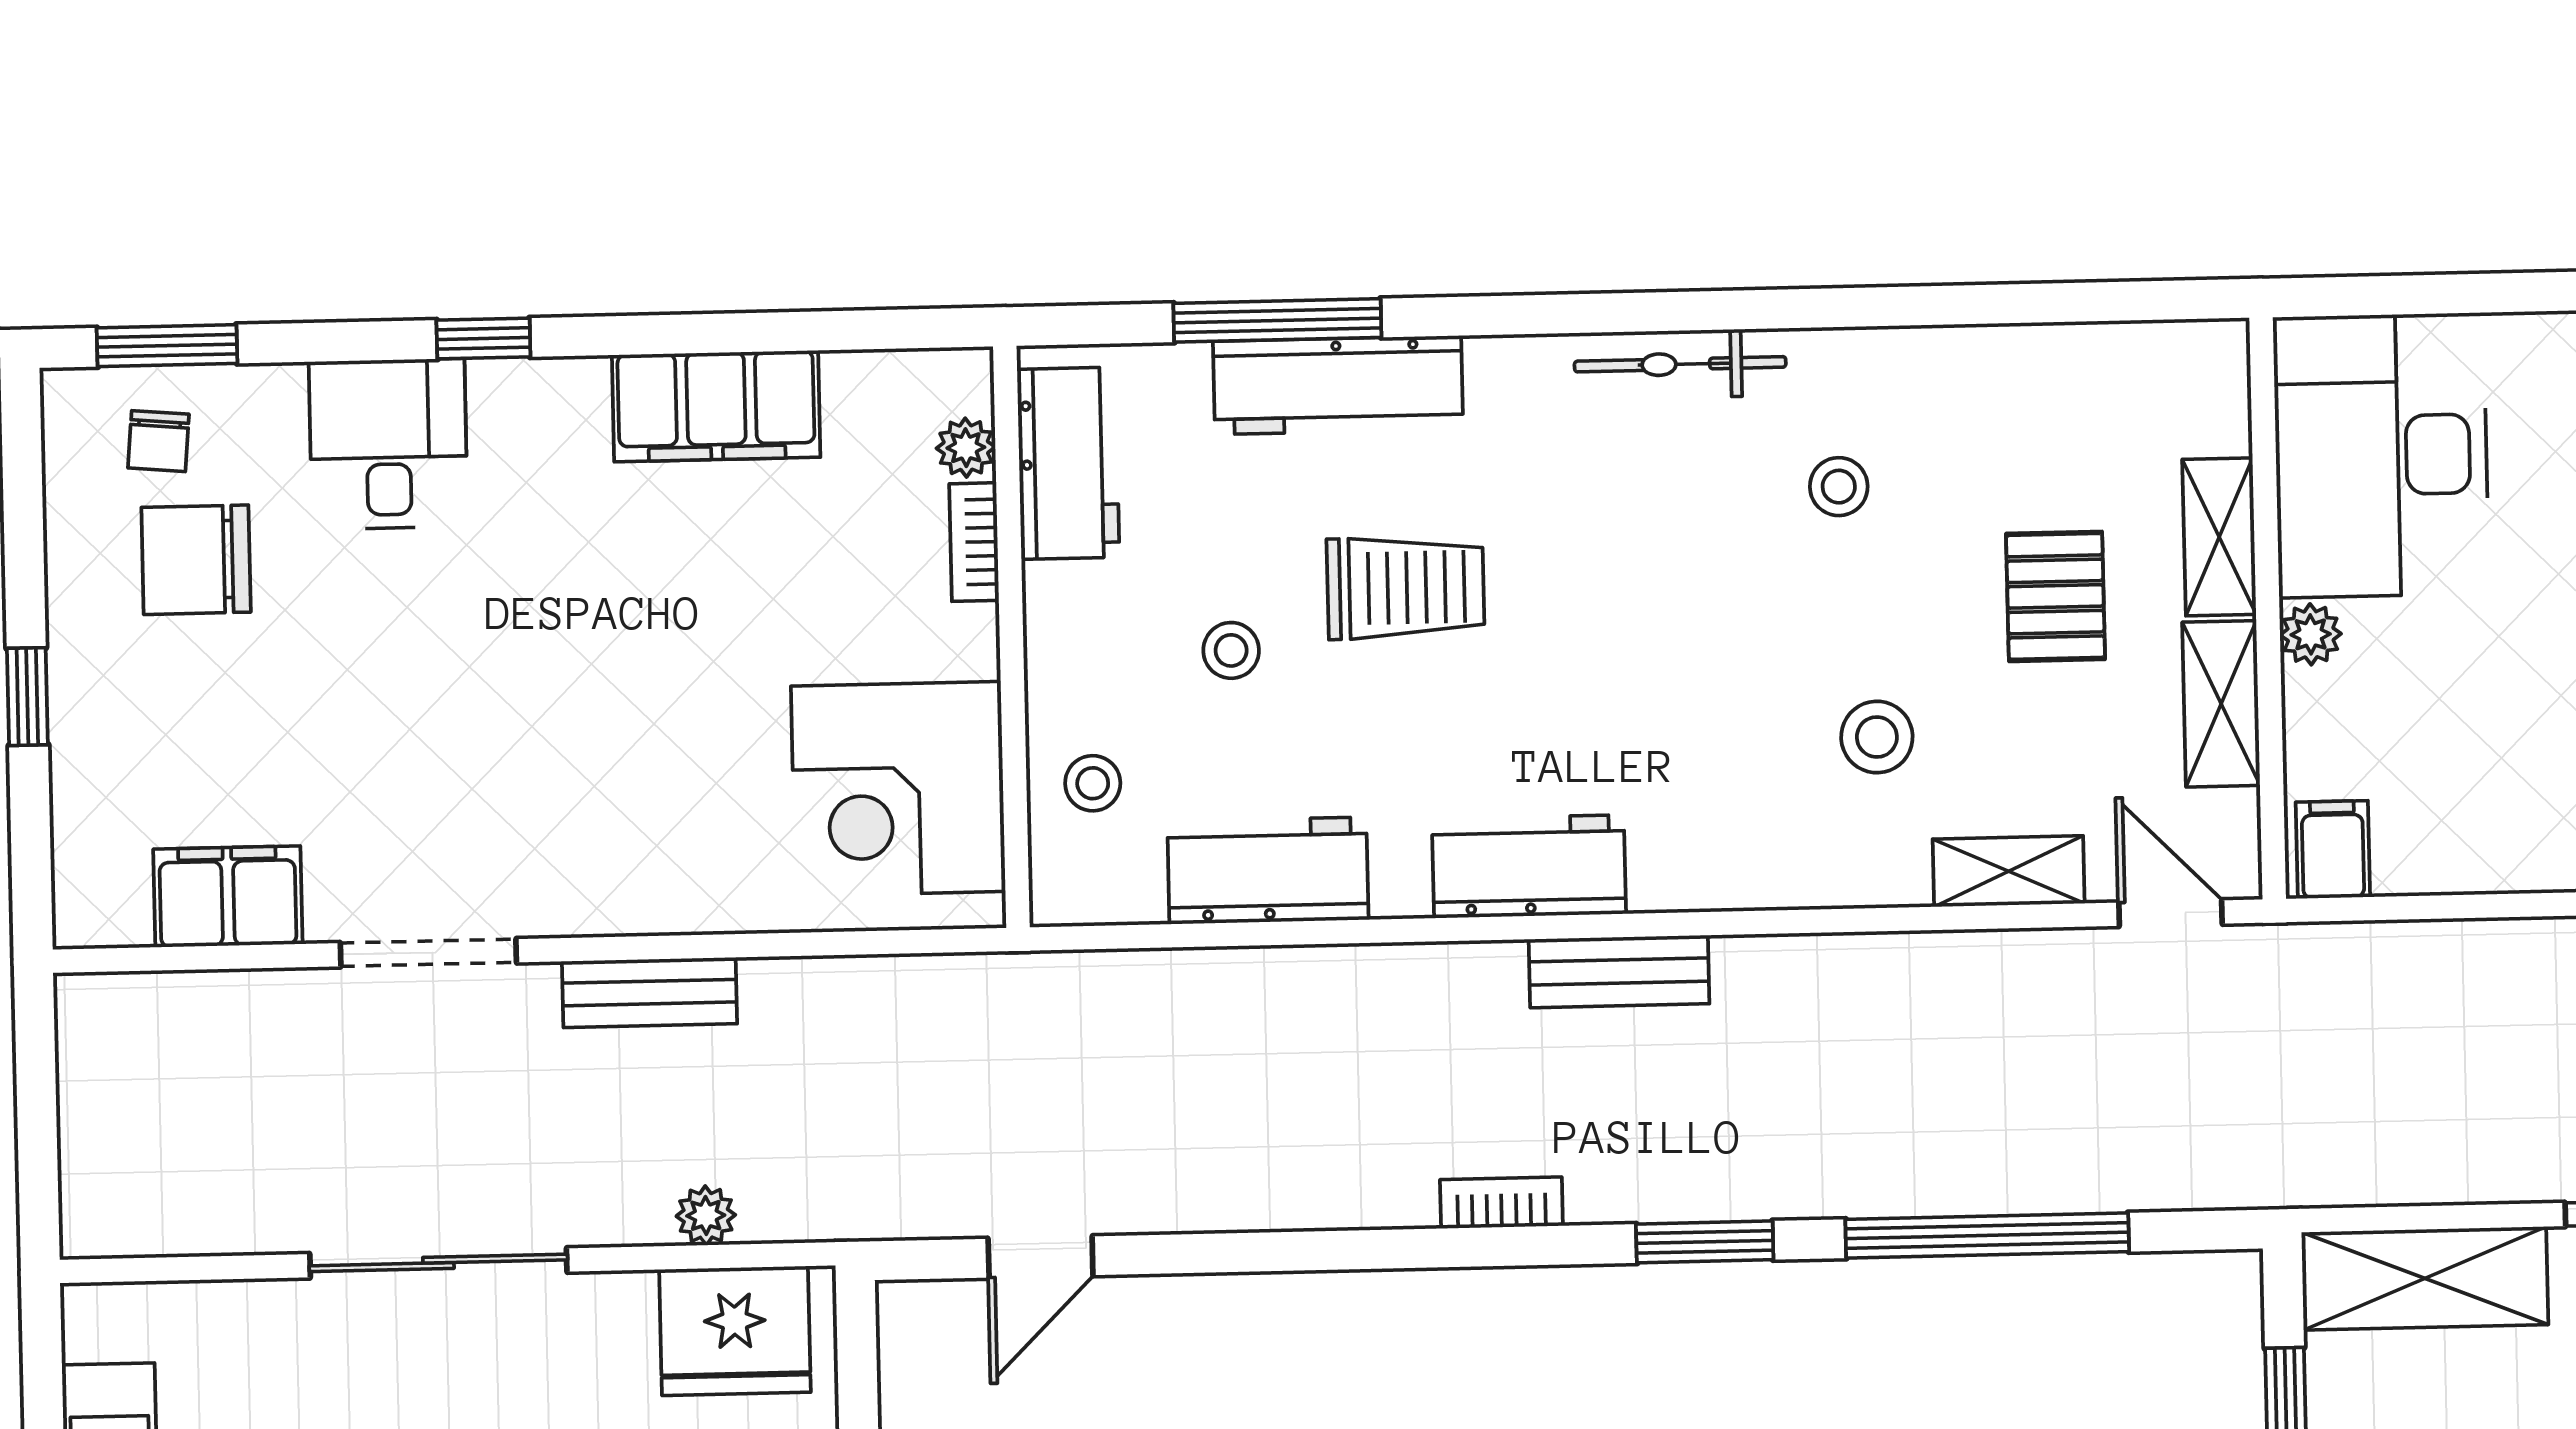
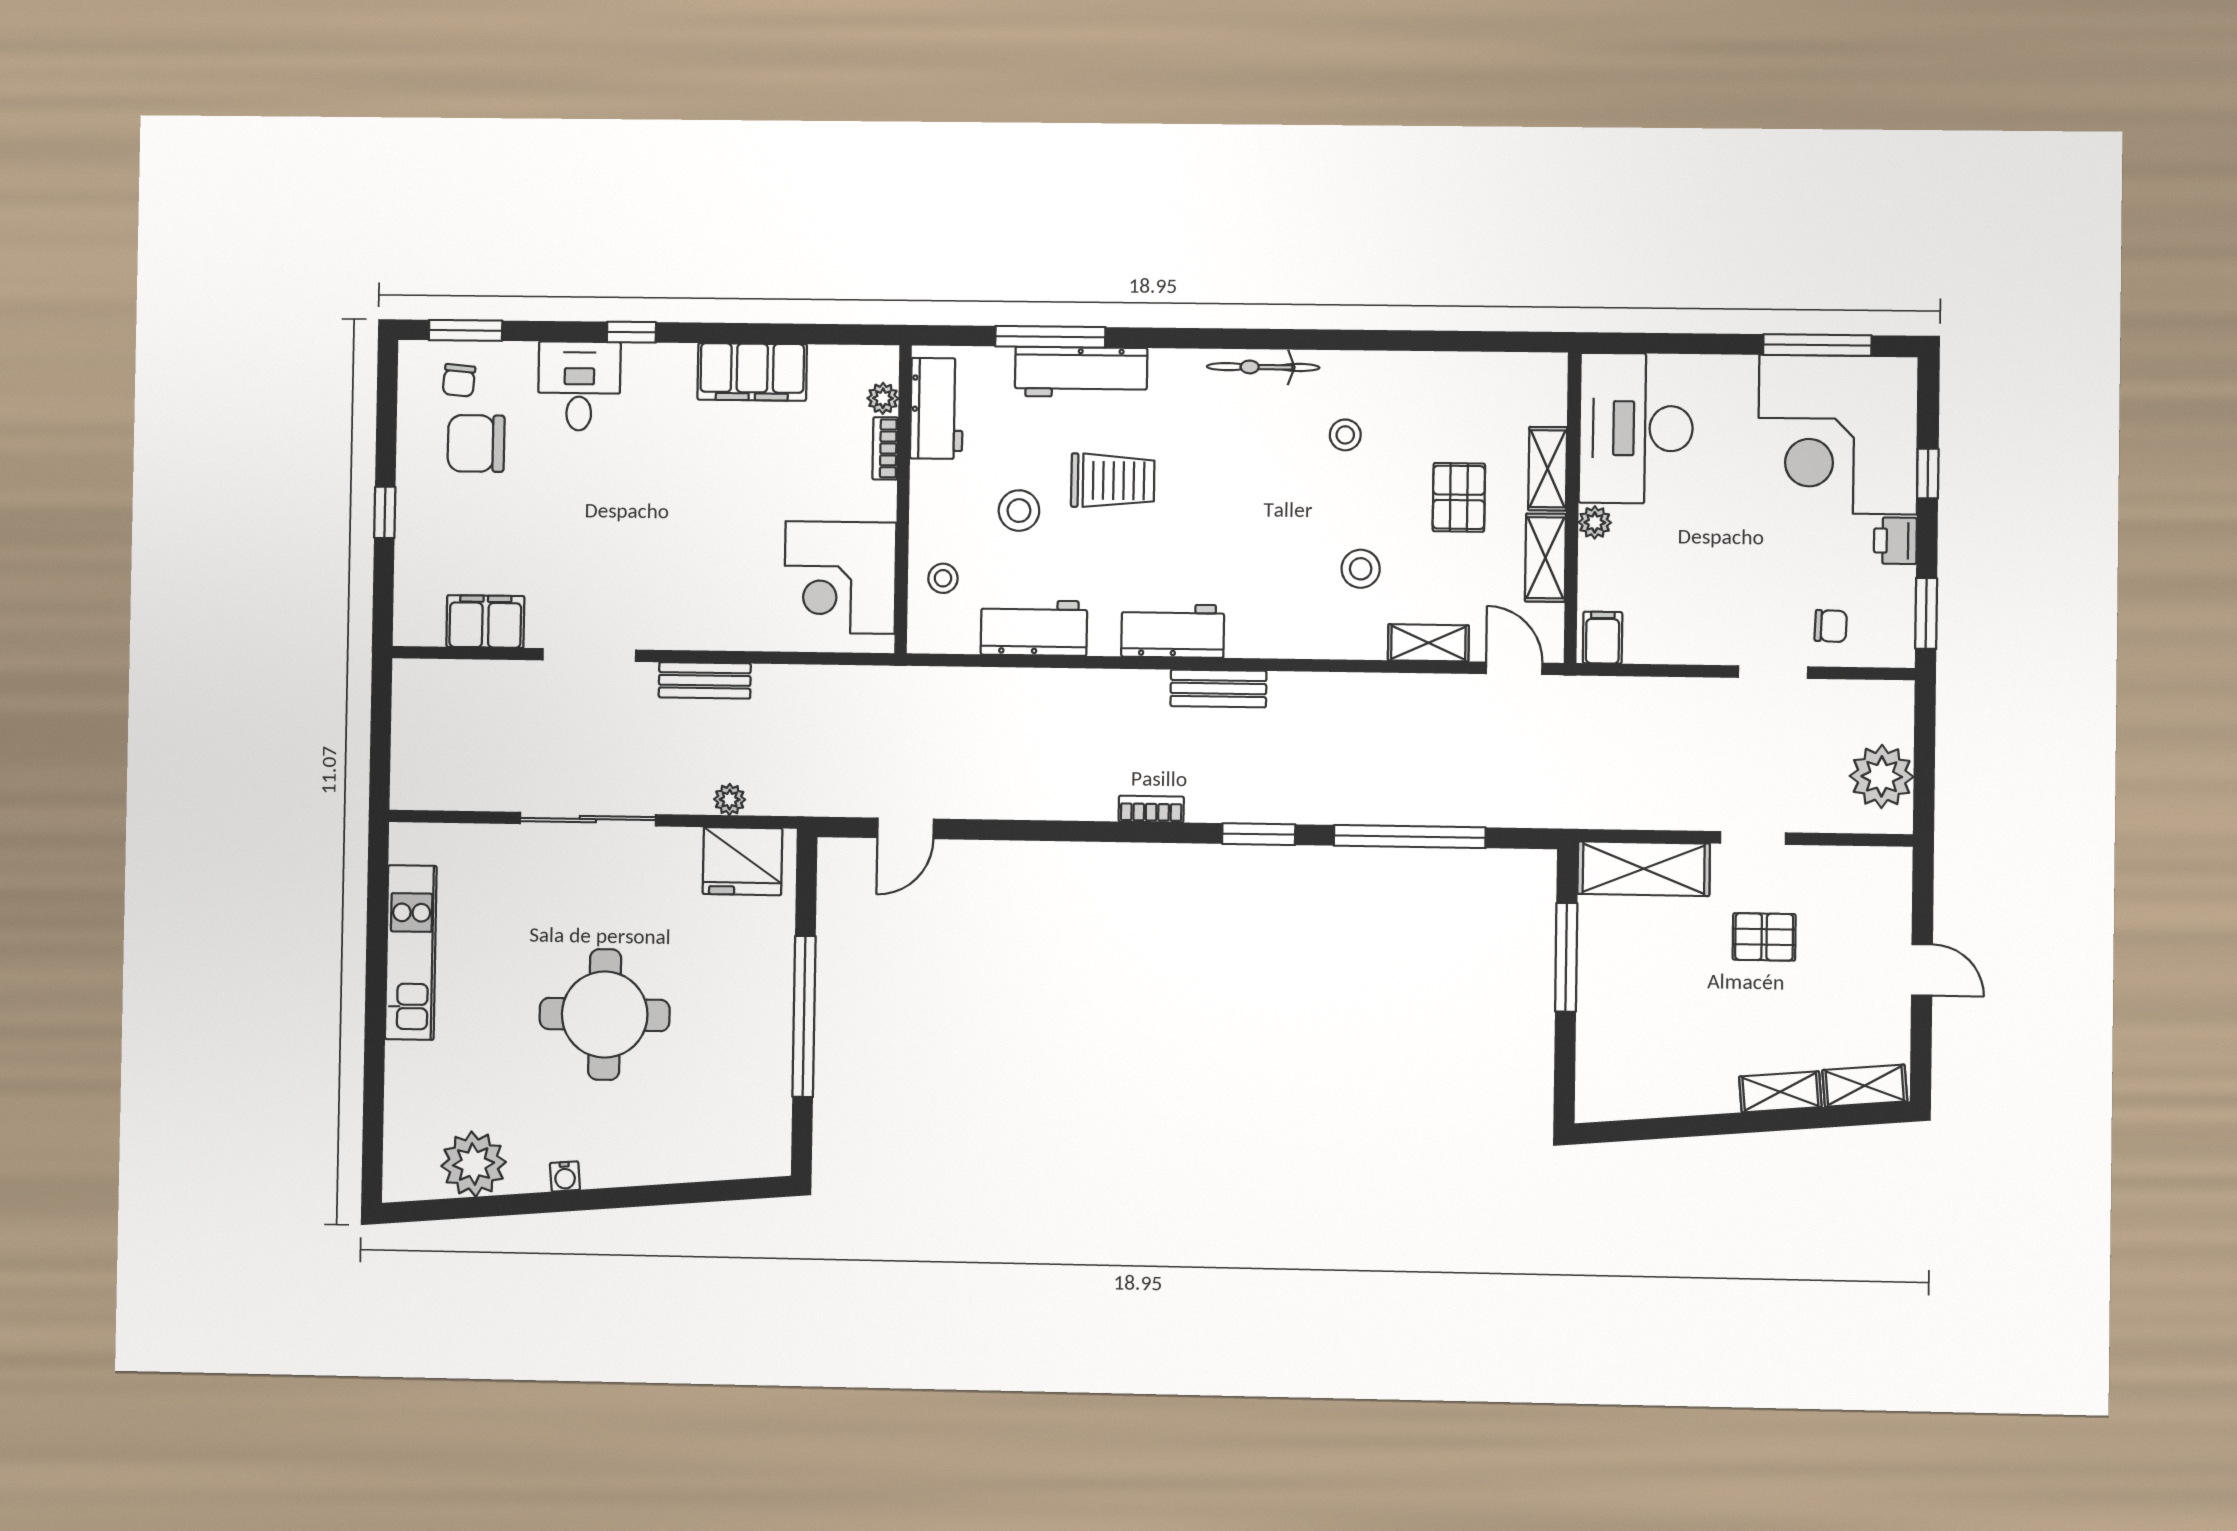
stool: (1231, 650) -> (1019, 511), width x1.37, depth x1.37

